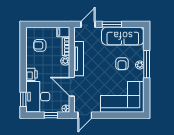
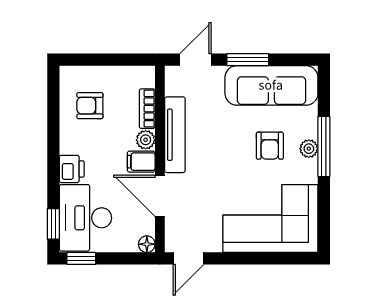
filing cabinet: (63, 32) -> (141, 162), moved
window: (51, 115) -> (81, 258), moved

